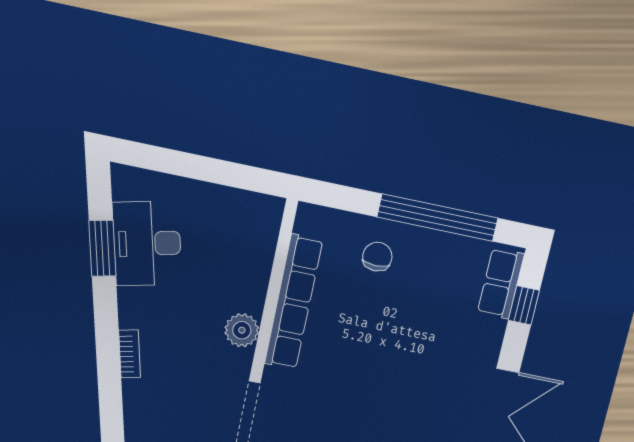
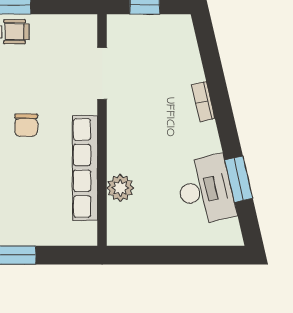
chair: (377, 257) -> (26, 125), moved
plant: (242, 330) -> (120, 188), moved

